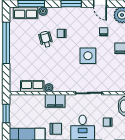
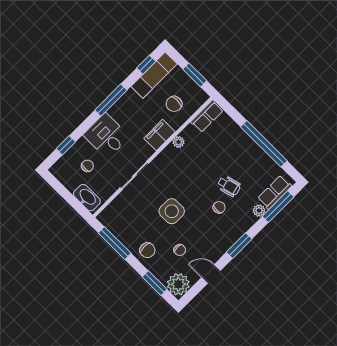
row of seats: (32, 86) -> (207, 116), moved
chair: (56, 129) -> (174, 104), moved

